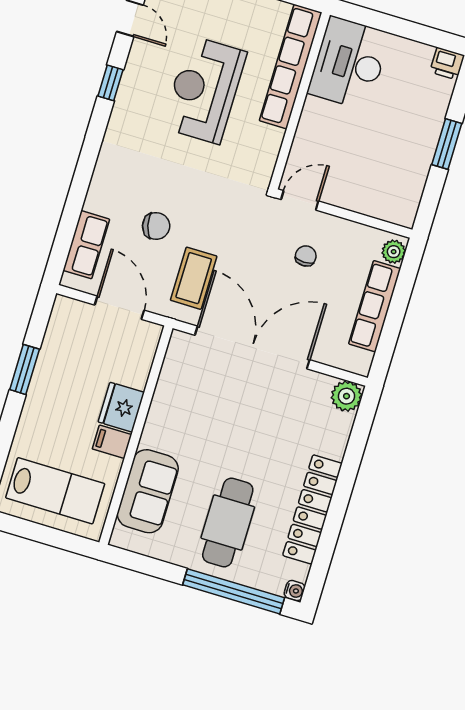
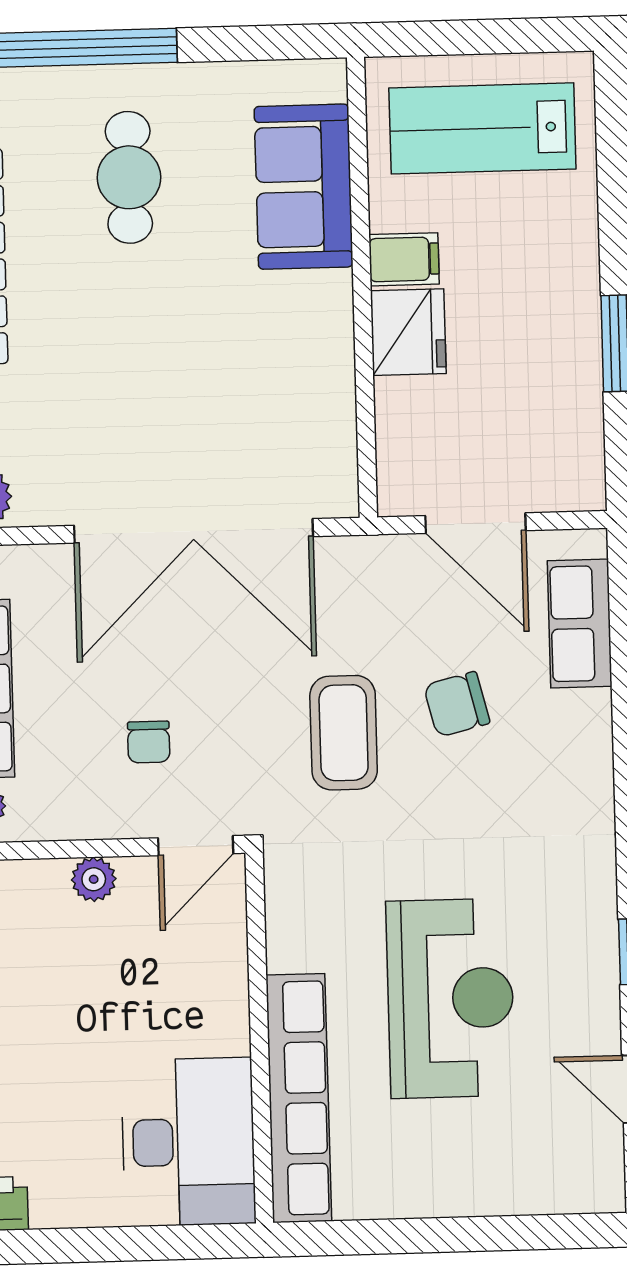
plant: (353, 200) -> (94, 879), added
coffee table: (194, 278) -> (344, 733), moved
cafe table: (228, 523) -> (129, 177), width x0.73, depth x0.74

